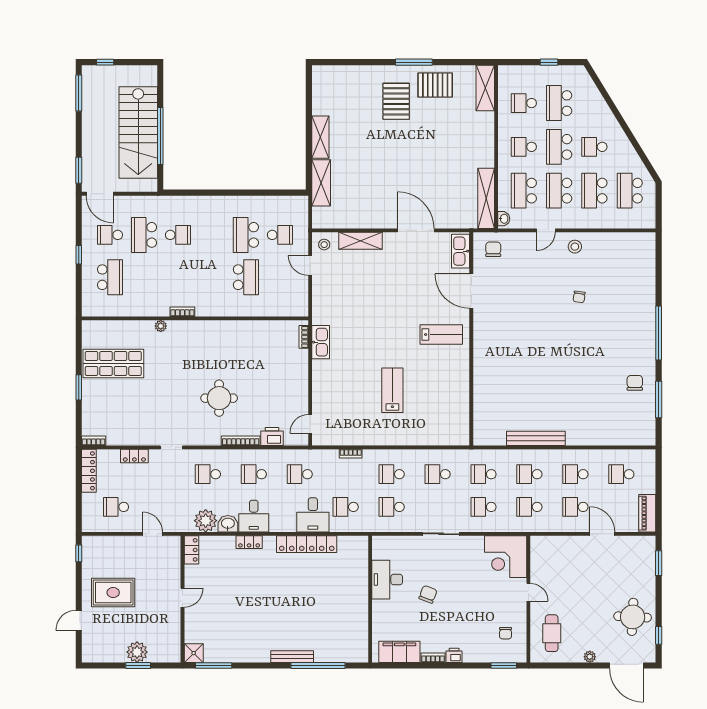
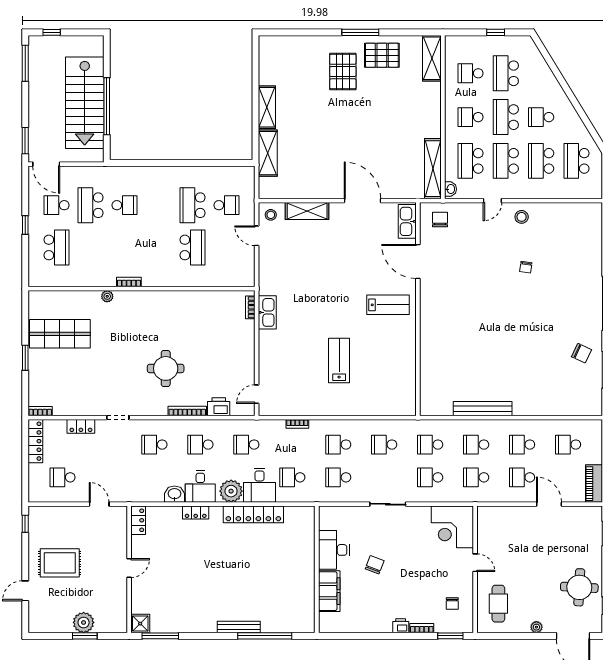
chair: (635, 383) -> (582, 353), turned 115
plant: (206, 521) -> (231, 491), moved
filing cabinet: (399, 652) -> (329, 591), moved, turned 90
bookcase: (433, 658) -> (422, 628), moved

